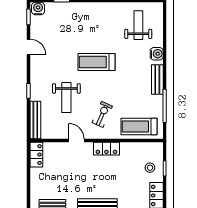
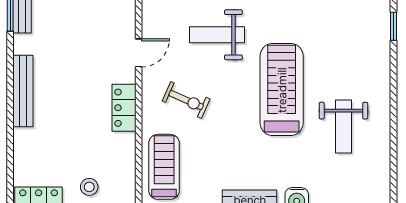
weight bench: (138, 25) -> (343, 127), moved, turned 90
treadmill: (96, 62) -> (282, 90), width x1.37, depth x1.38

